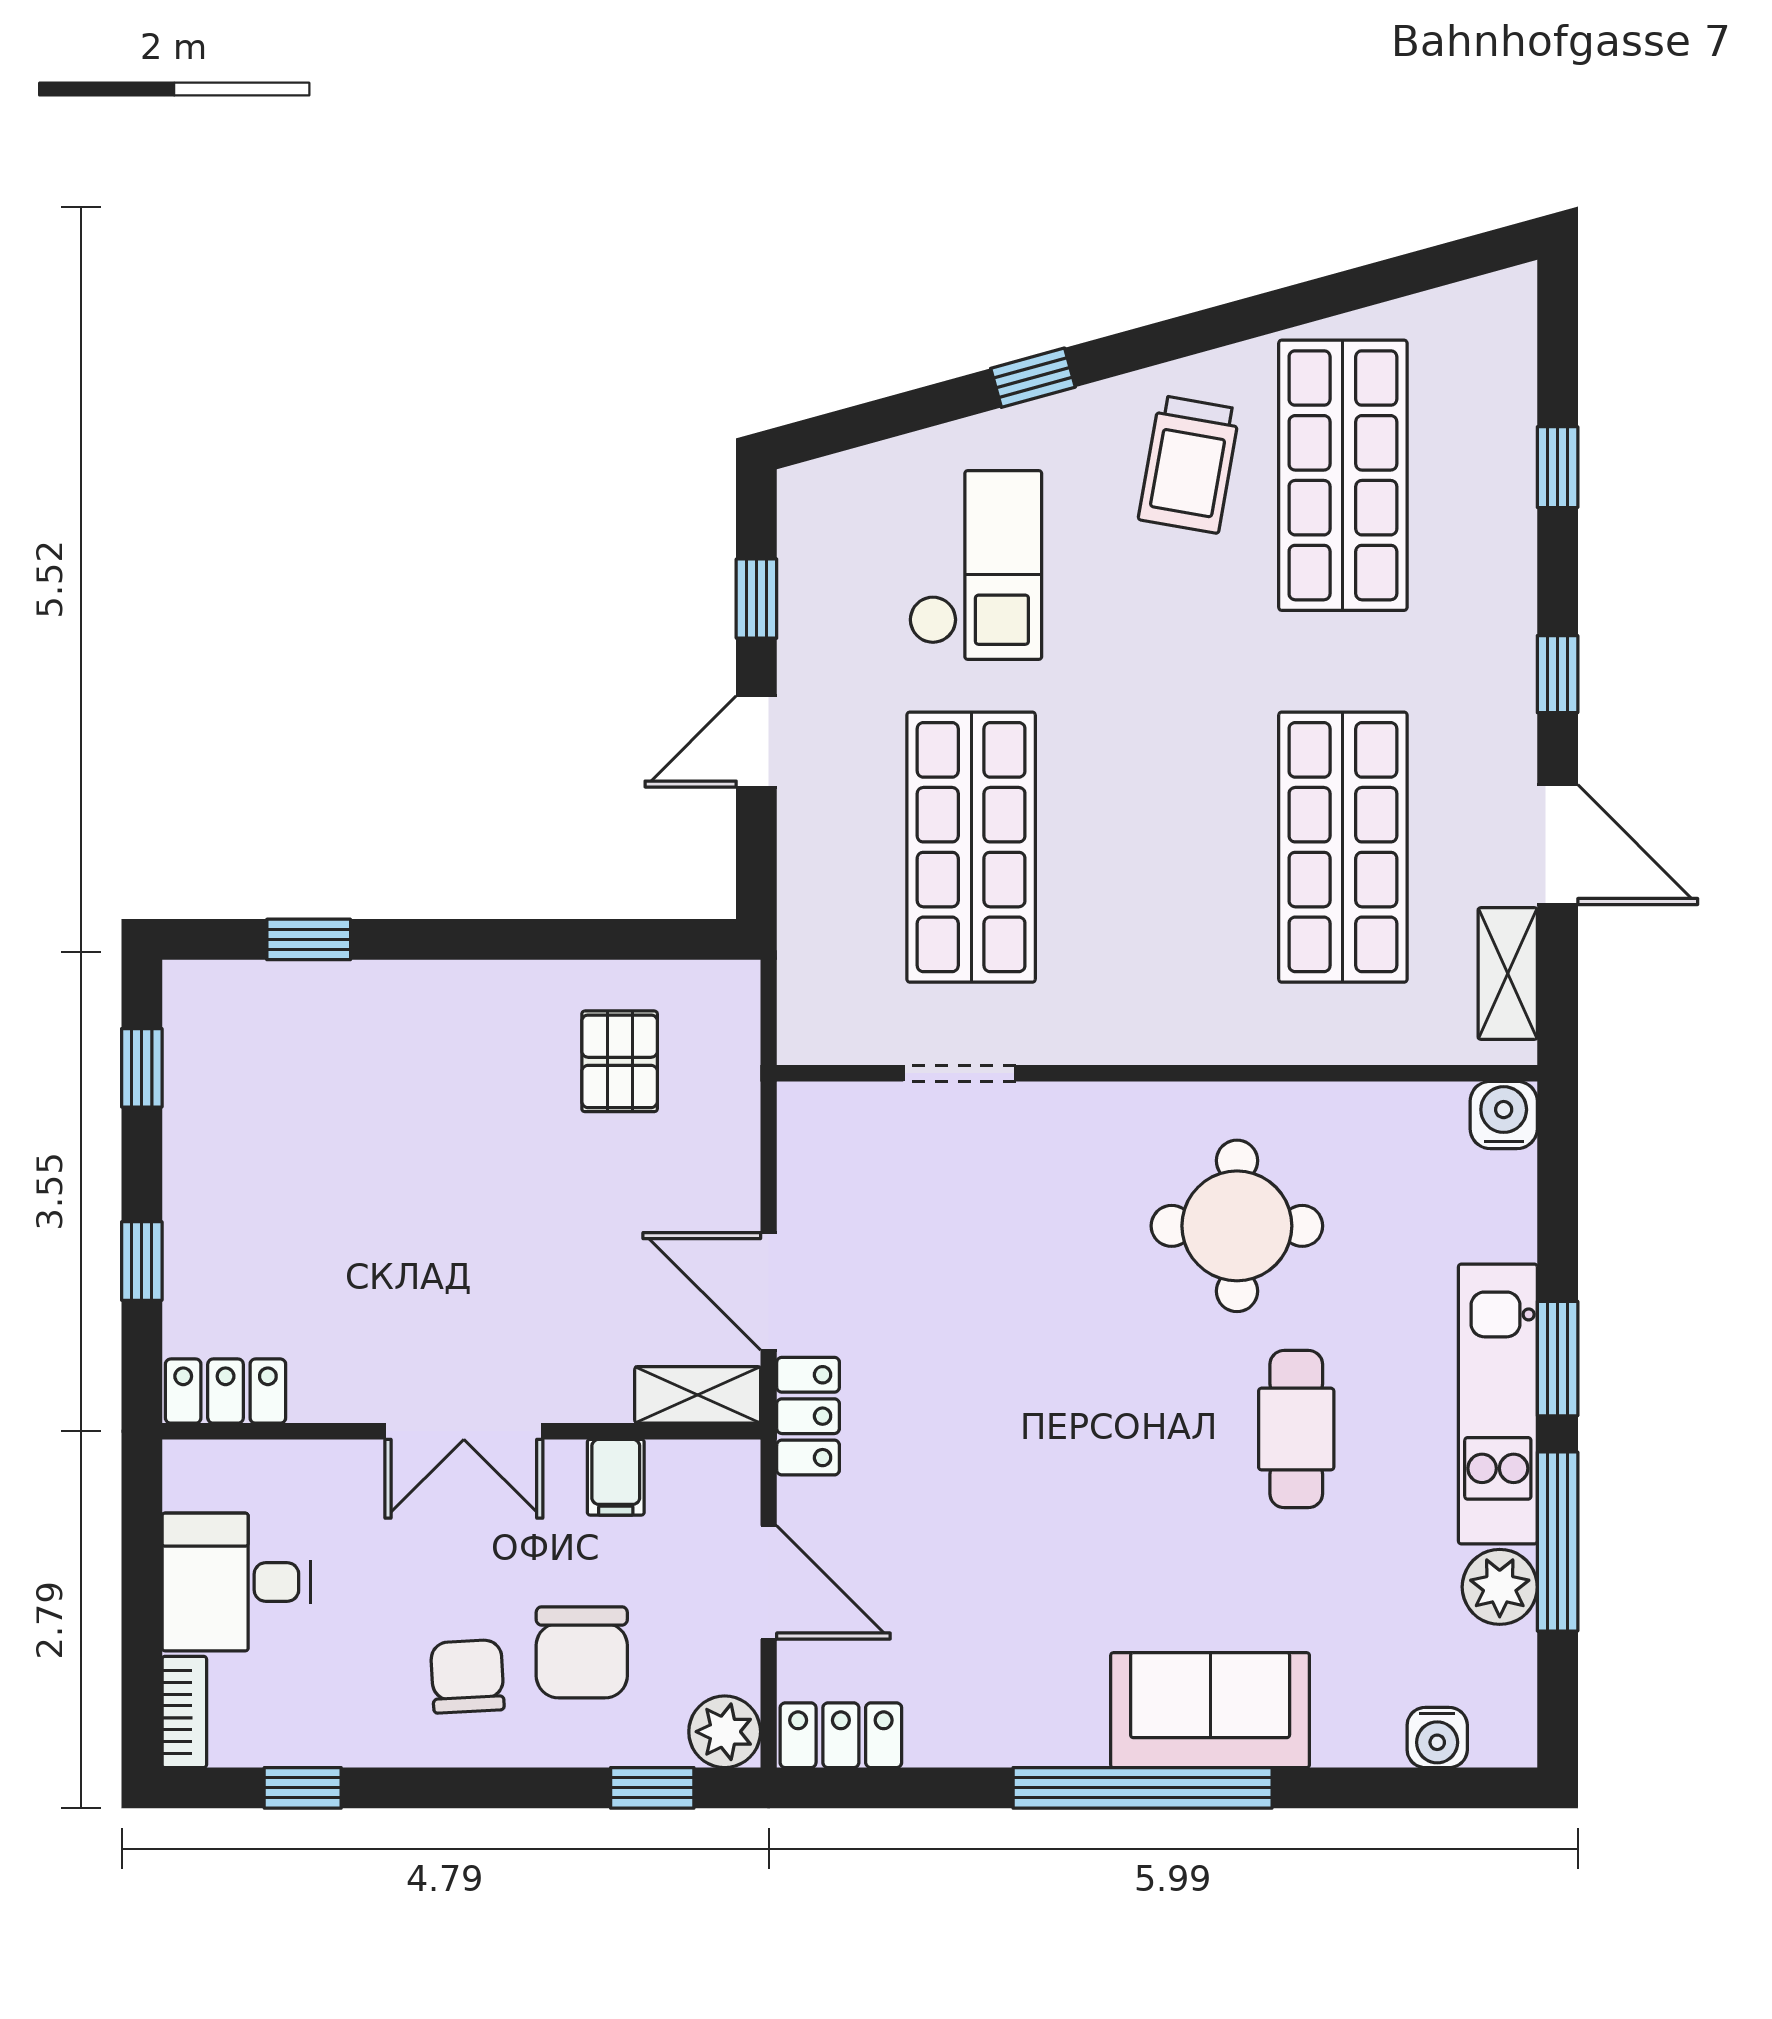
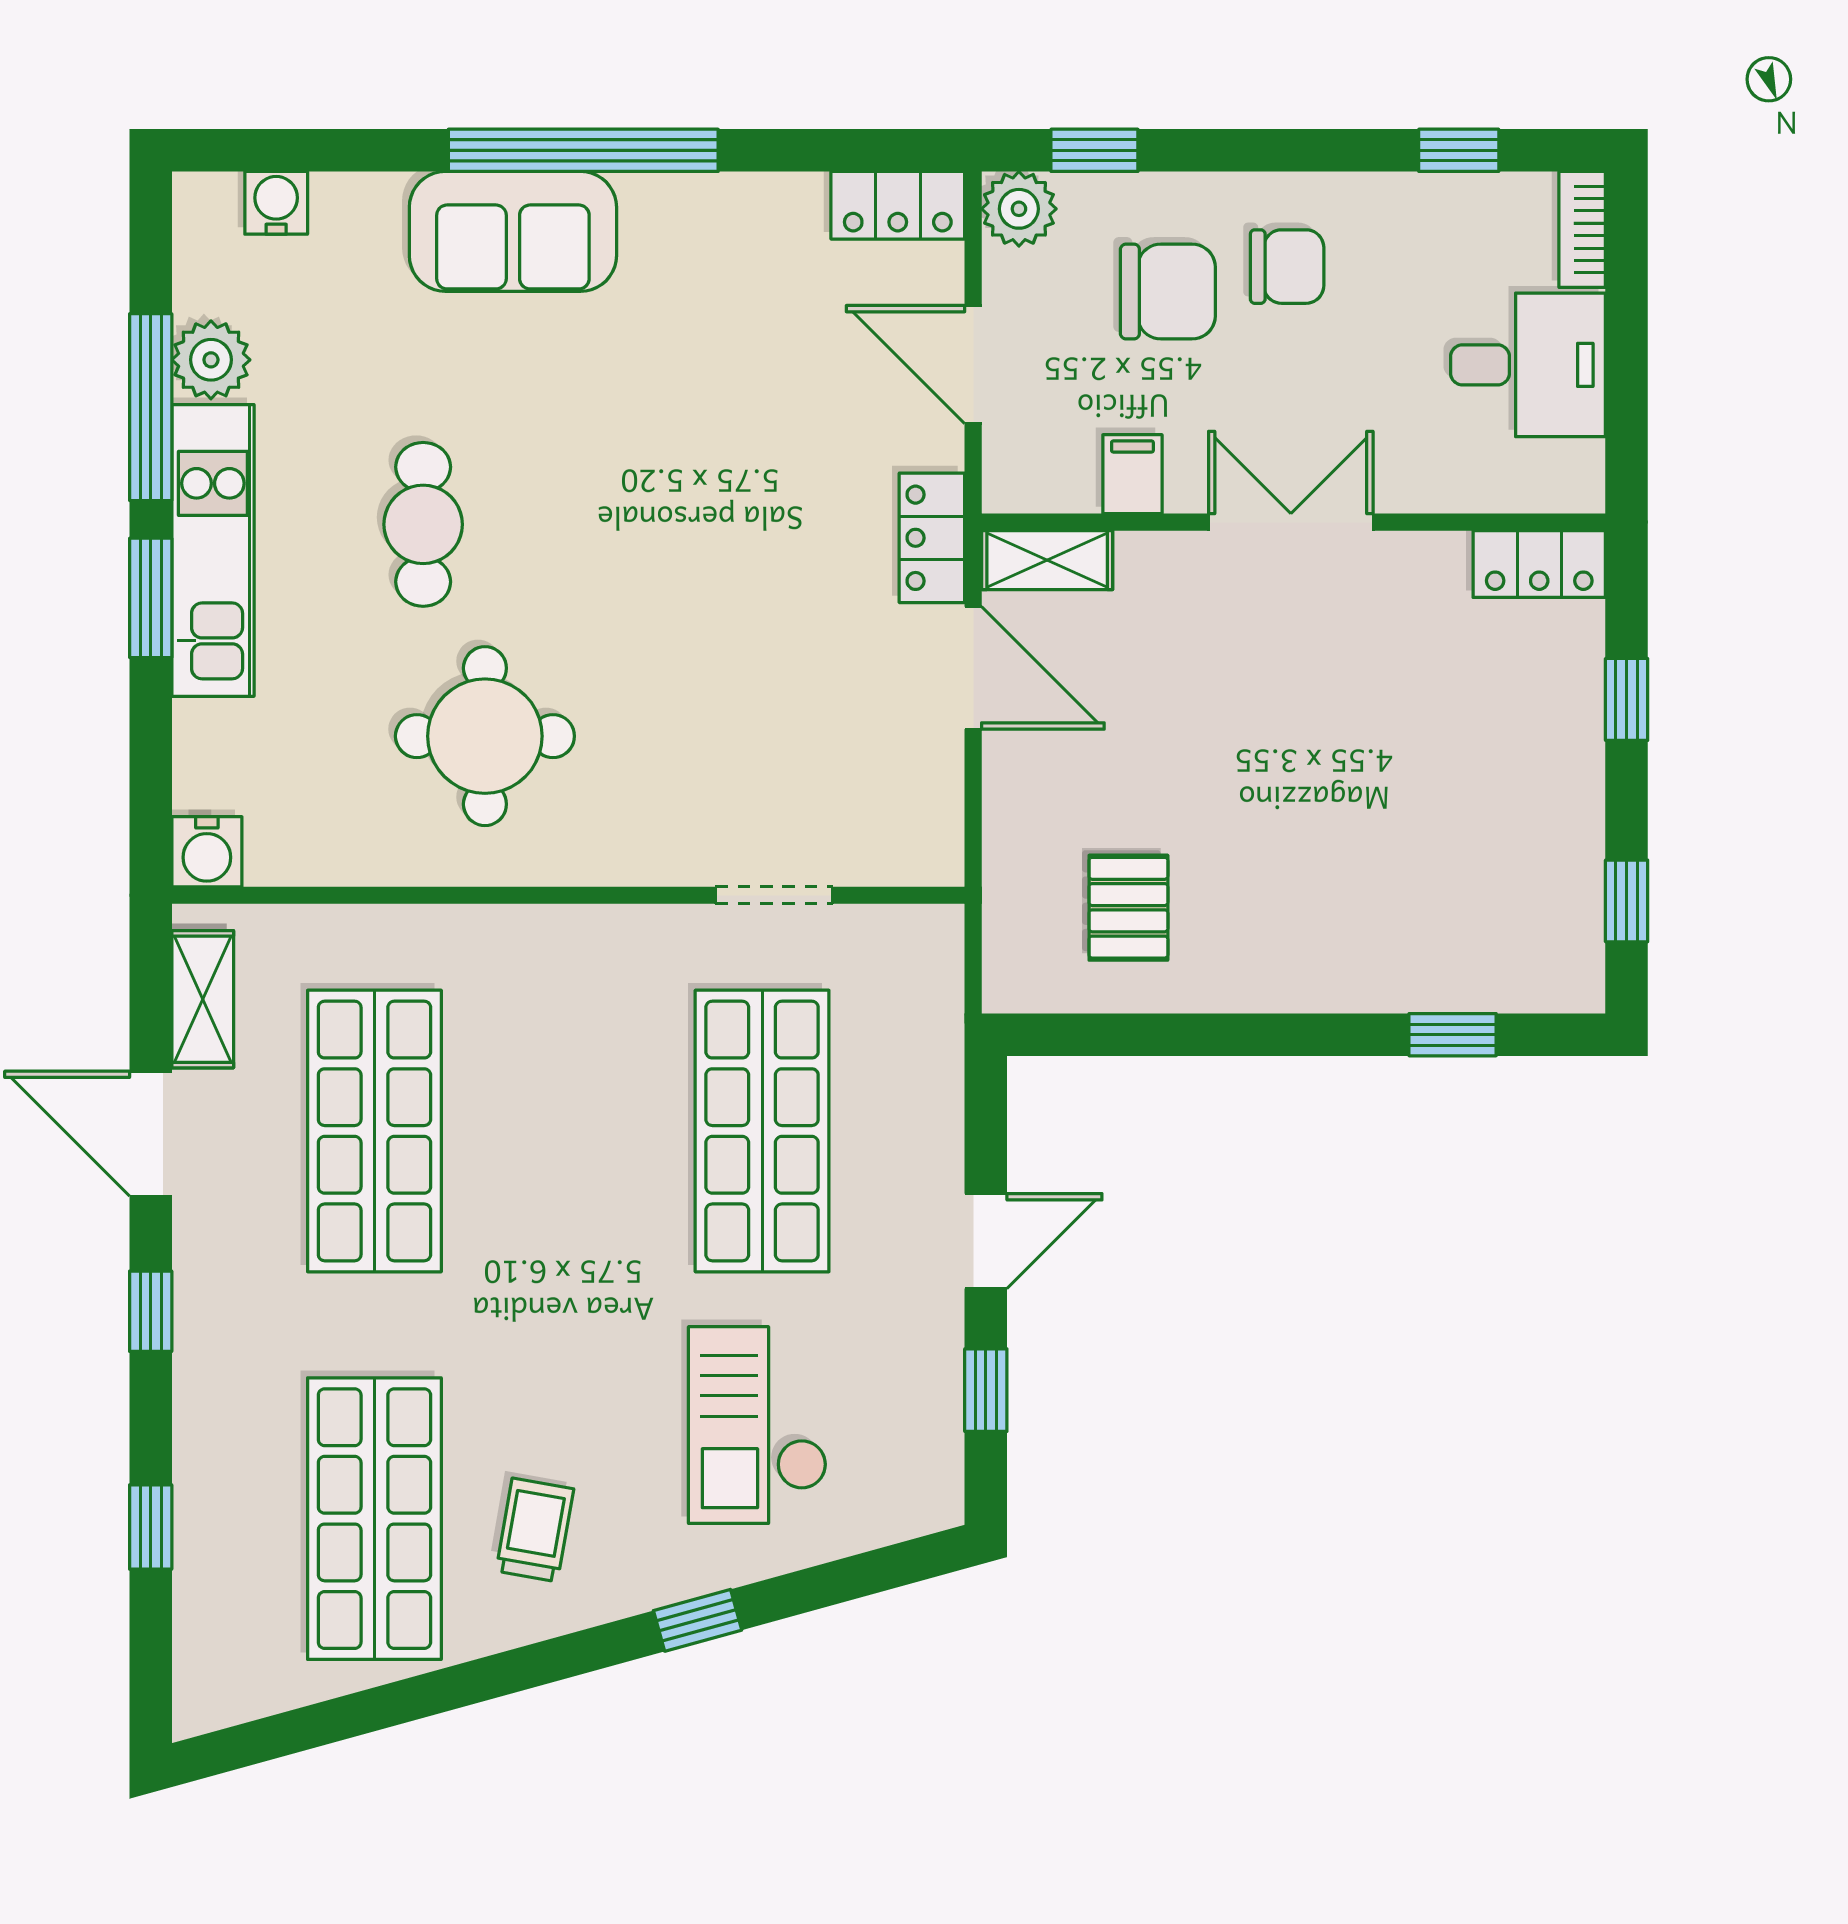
trolley: (1189, 464) -> (535, 1530), width x0.73, depth x0.72
chair: (582, 1652) -> (1168, 292), turned 90
chair: (467, 1676) -> (1287, 267), turned -87

